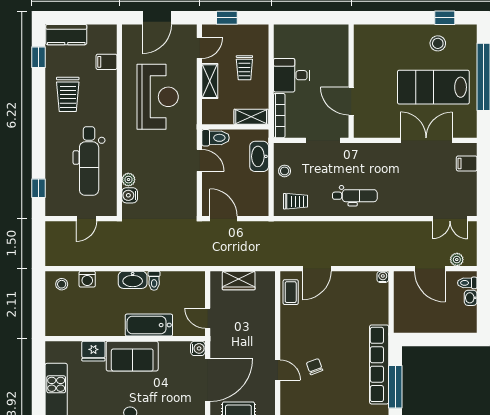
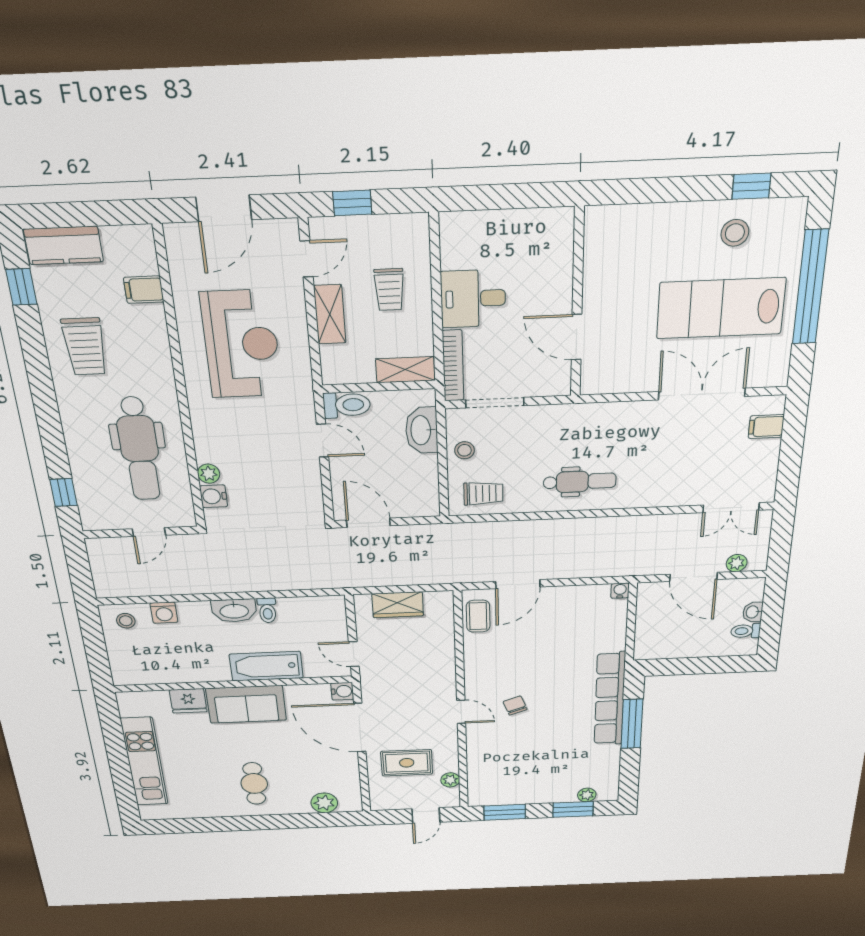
doorway: (323, 140) -> (495, 403), moved
toilet: (467, 283) -> (746, 631), moved
door: (208, 380) -> (360, 728), swing flipped

